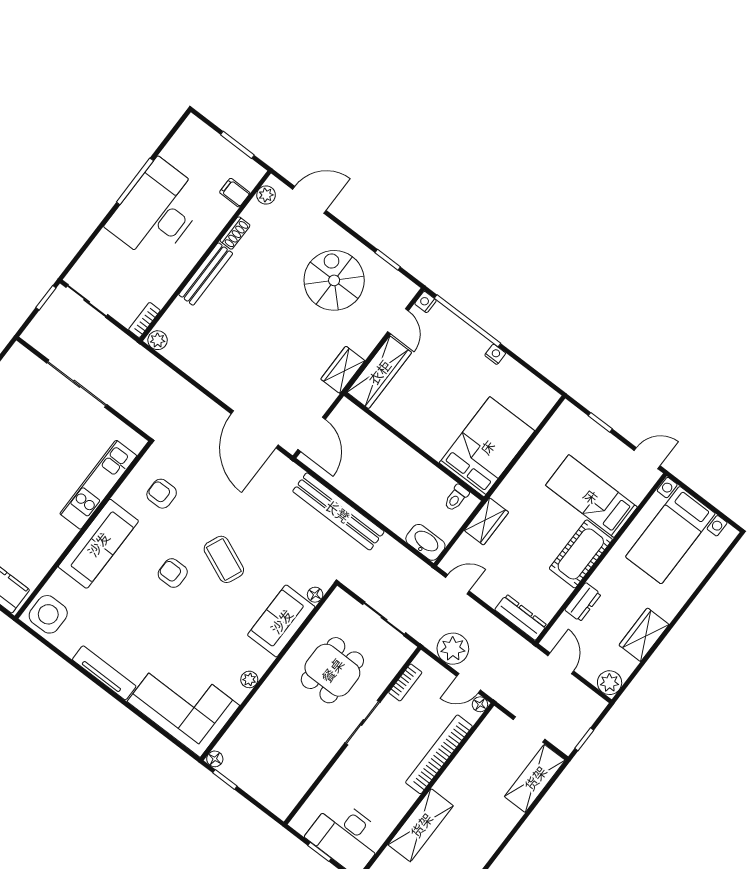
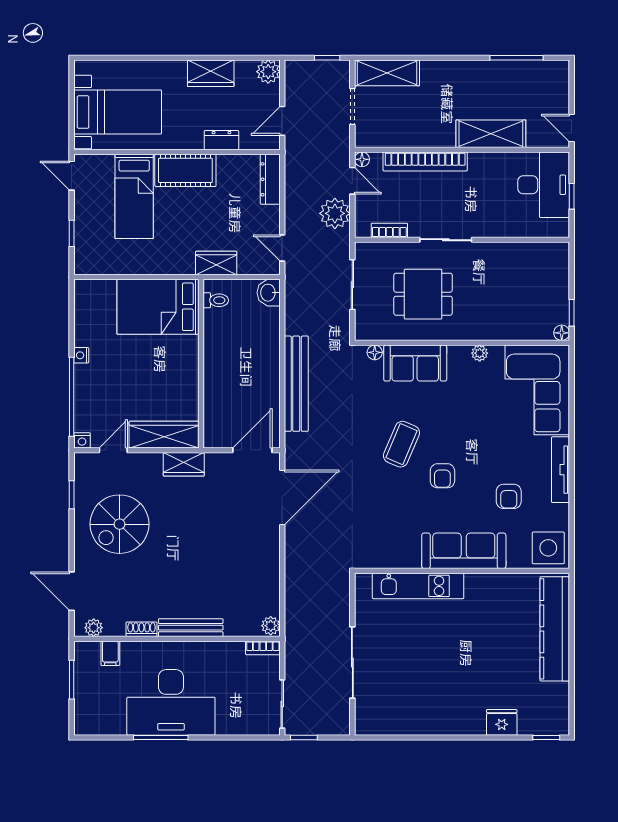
armchair: (162, 494) -> (509, 496), moved
washbasin: (425, 542) -> (269, 293), width x0.72

